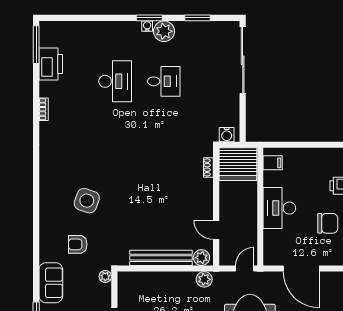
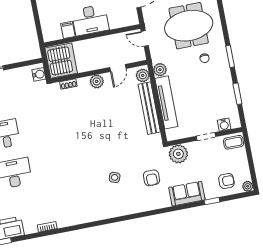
filing cabinet: (273, 163) -> (68, 30), moved
side table: (87, 201) -> (115, 177), width x0.54, depth x0.54
plant: (205, 202) -> (97, 81), added
plant: (105, 276) -> (178, 154), width x1.88, depth x1.88
tv unit: (164, 280) -> (166, 102), added

